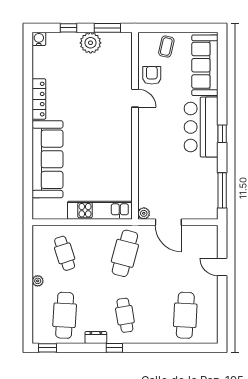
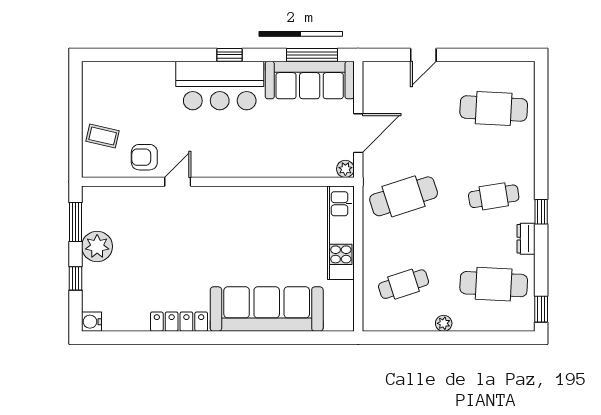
sofa: (205, 65) -> (310, 80), moved
cafe table: (125, 253) -> (404, 196), turned -33

